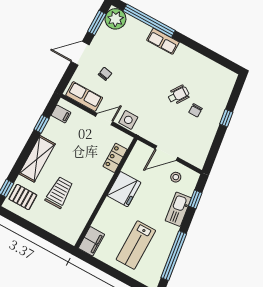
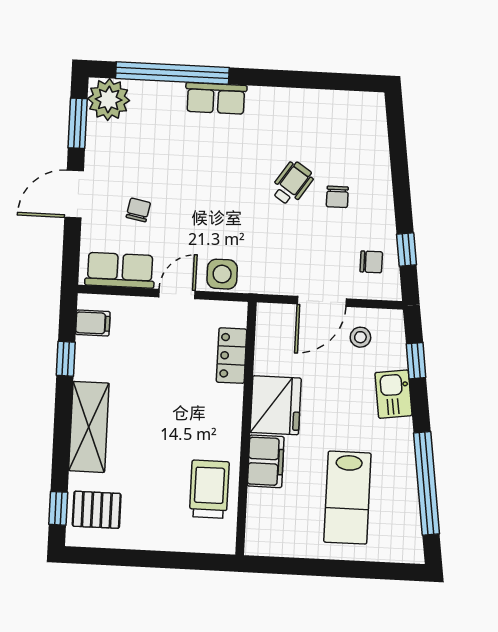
window: (226, 118) -> (406, 250), moved
chair: (197, 146) -> (371, 262), added
trolley: (59, 193) -> (209, 489), moved
kitchen sink: (178, 209) -> (394, 394), width x0.73
filing cabinet: (91, 241) -> (266, 461), moved

